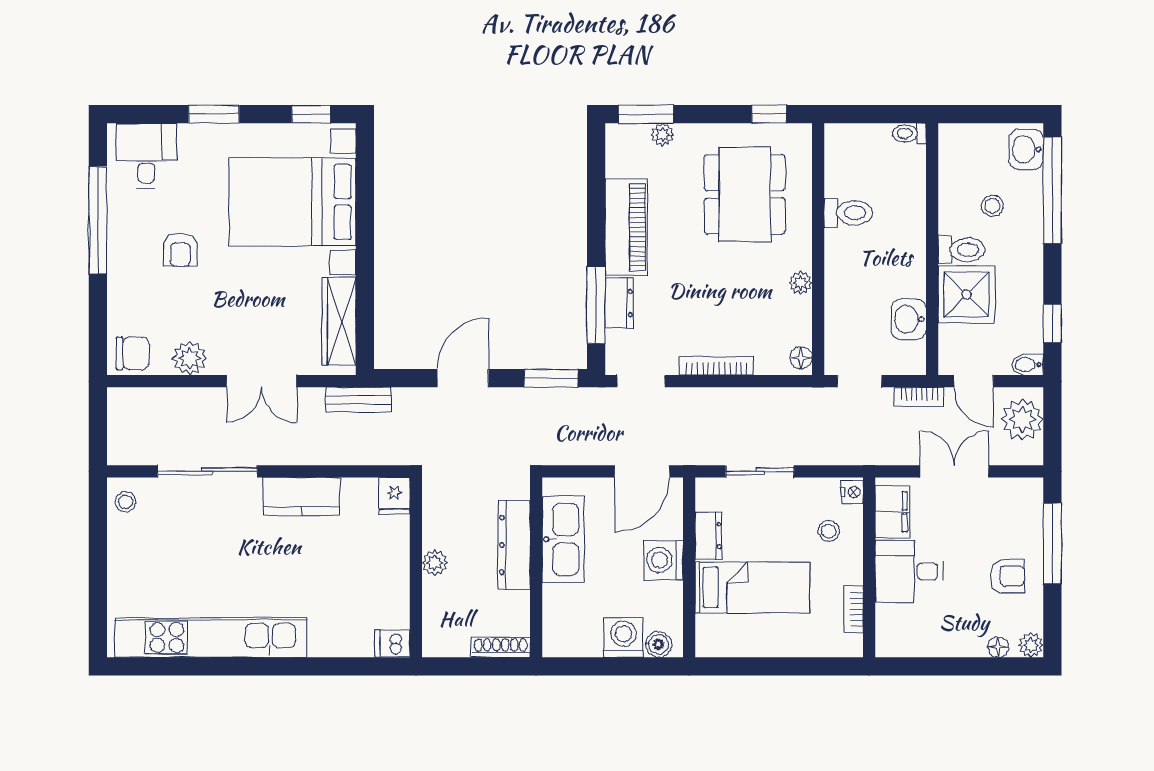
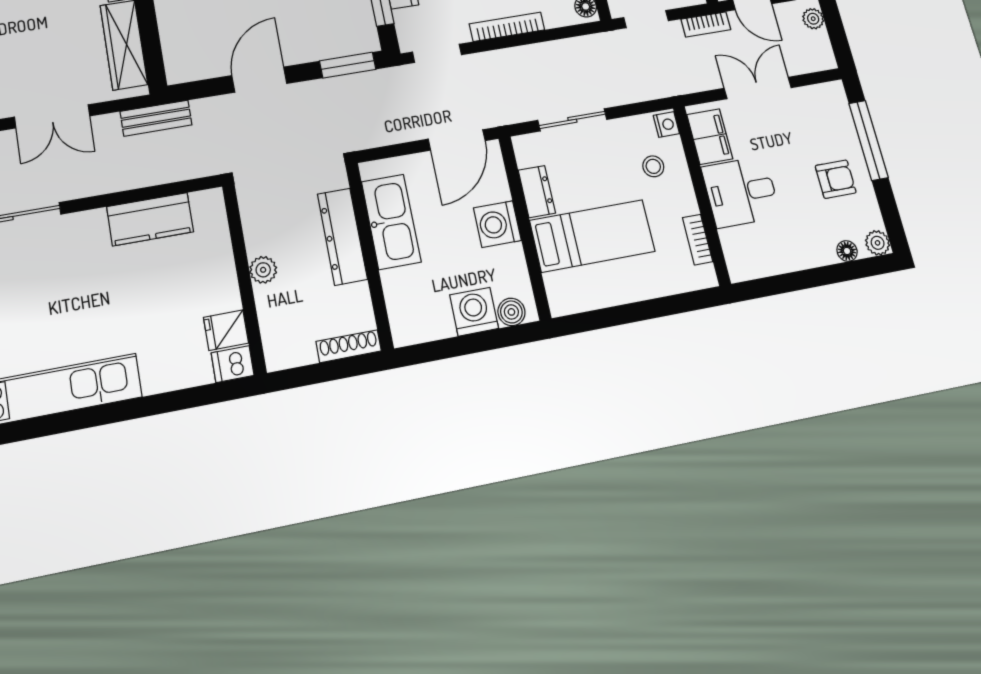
plant: (1022, 419) -> (813, 19), width x0.53, depth x0.53
kitchen counter: (301, 496) -> (150, 219), moved
fridge: (394, 496) -> (226, 330), moved, turned 90

